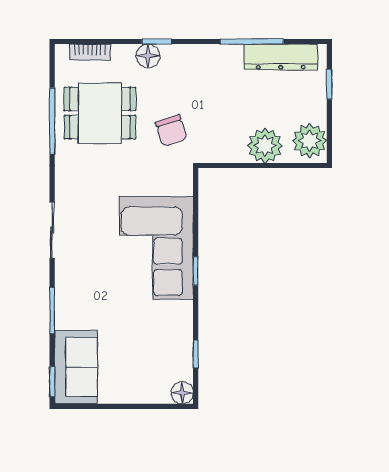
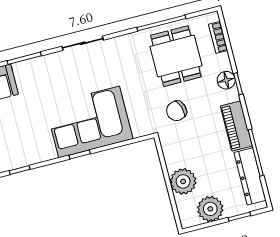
piano: (211, 58) -> (236, 126), added
plant: (310, 141) -> (210, 209), moved

